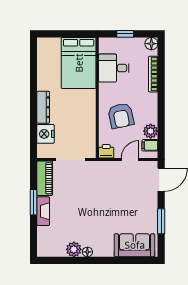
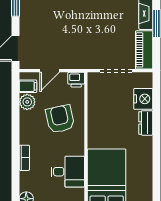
bookcase: (153, 74) -> (24, 158), width x0.64
dresser: (43, 107) -> (146, 123), width x0.70

